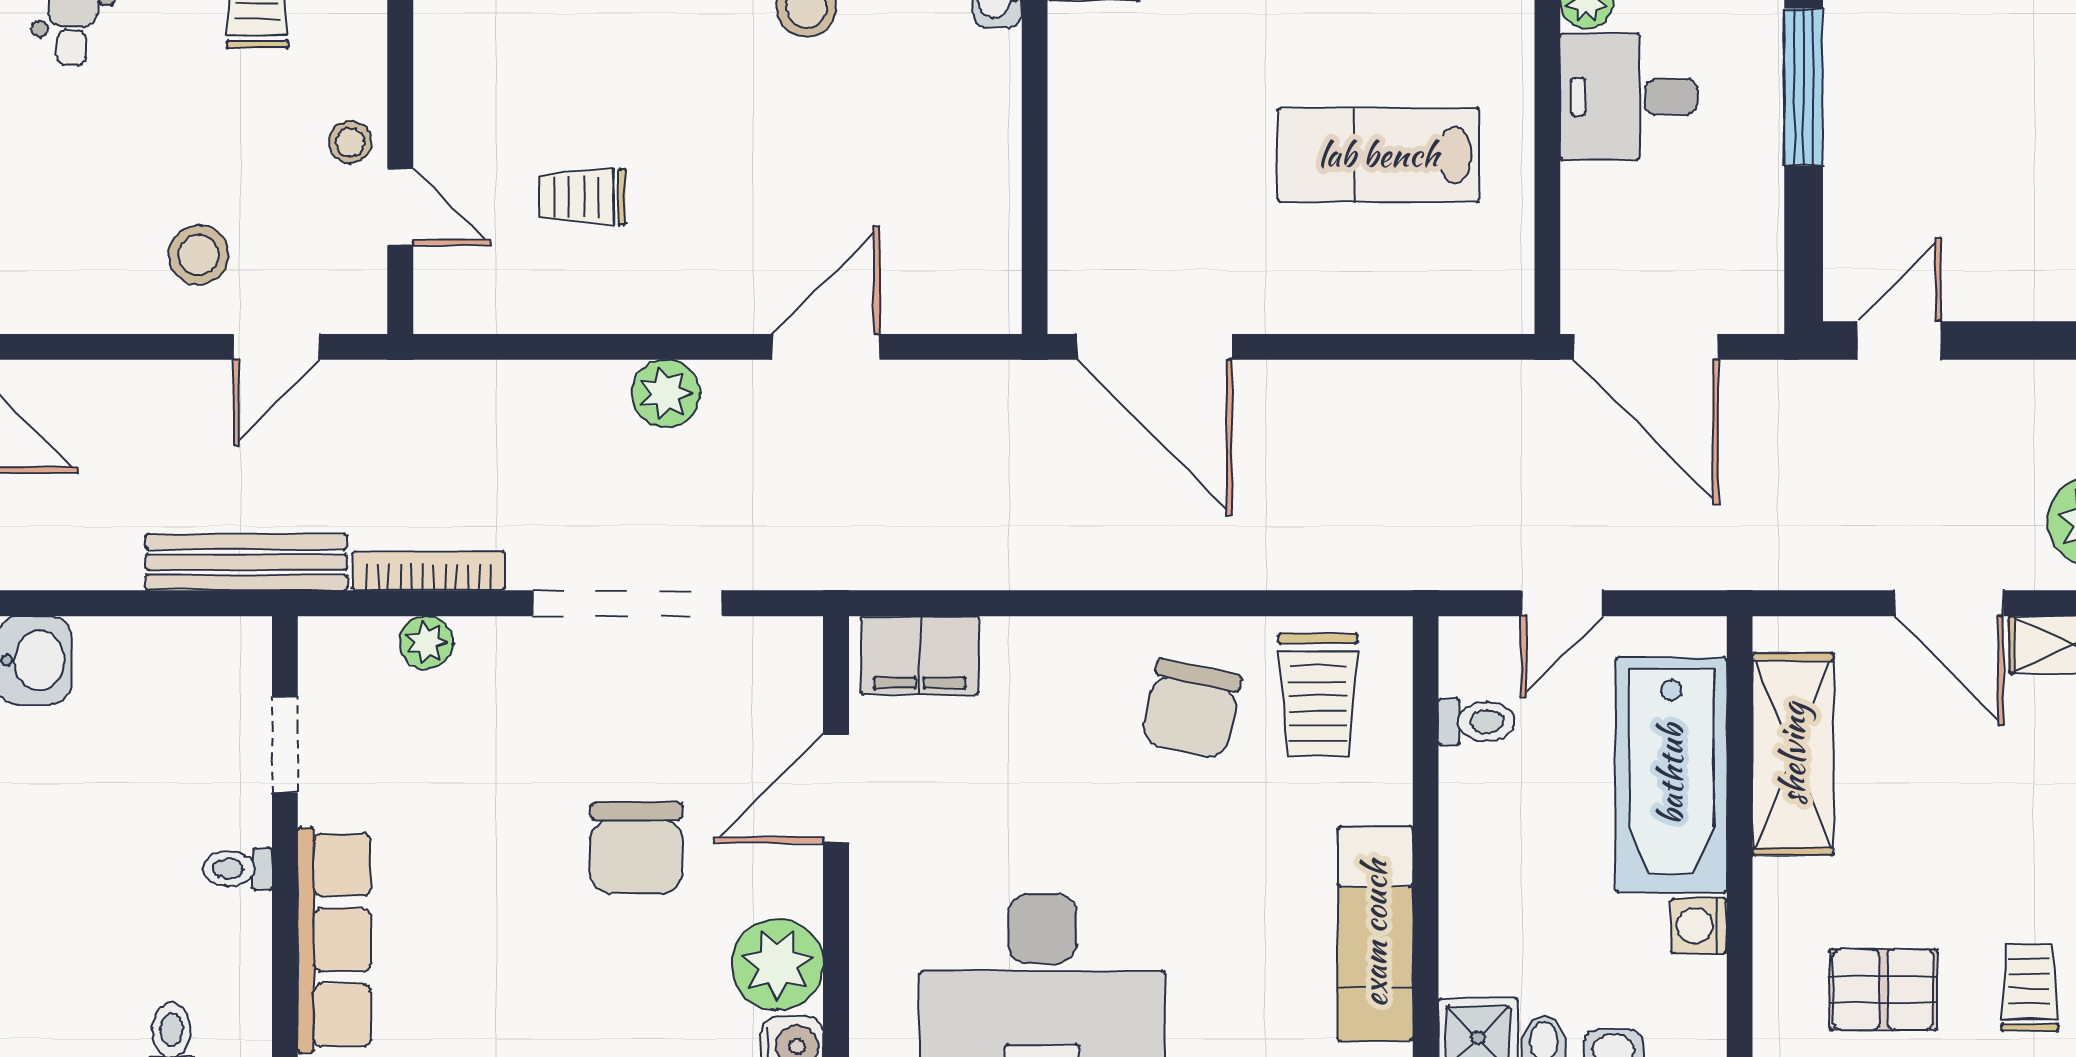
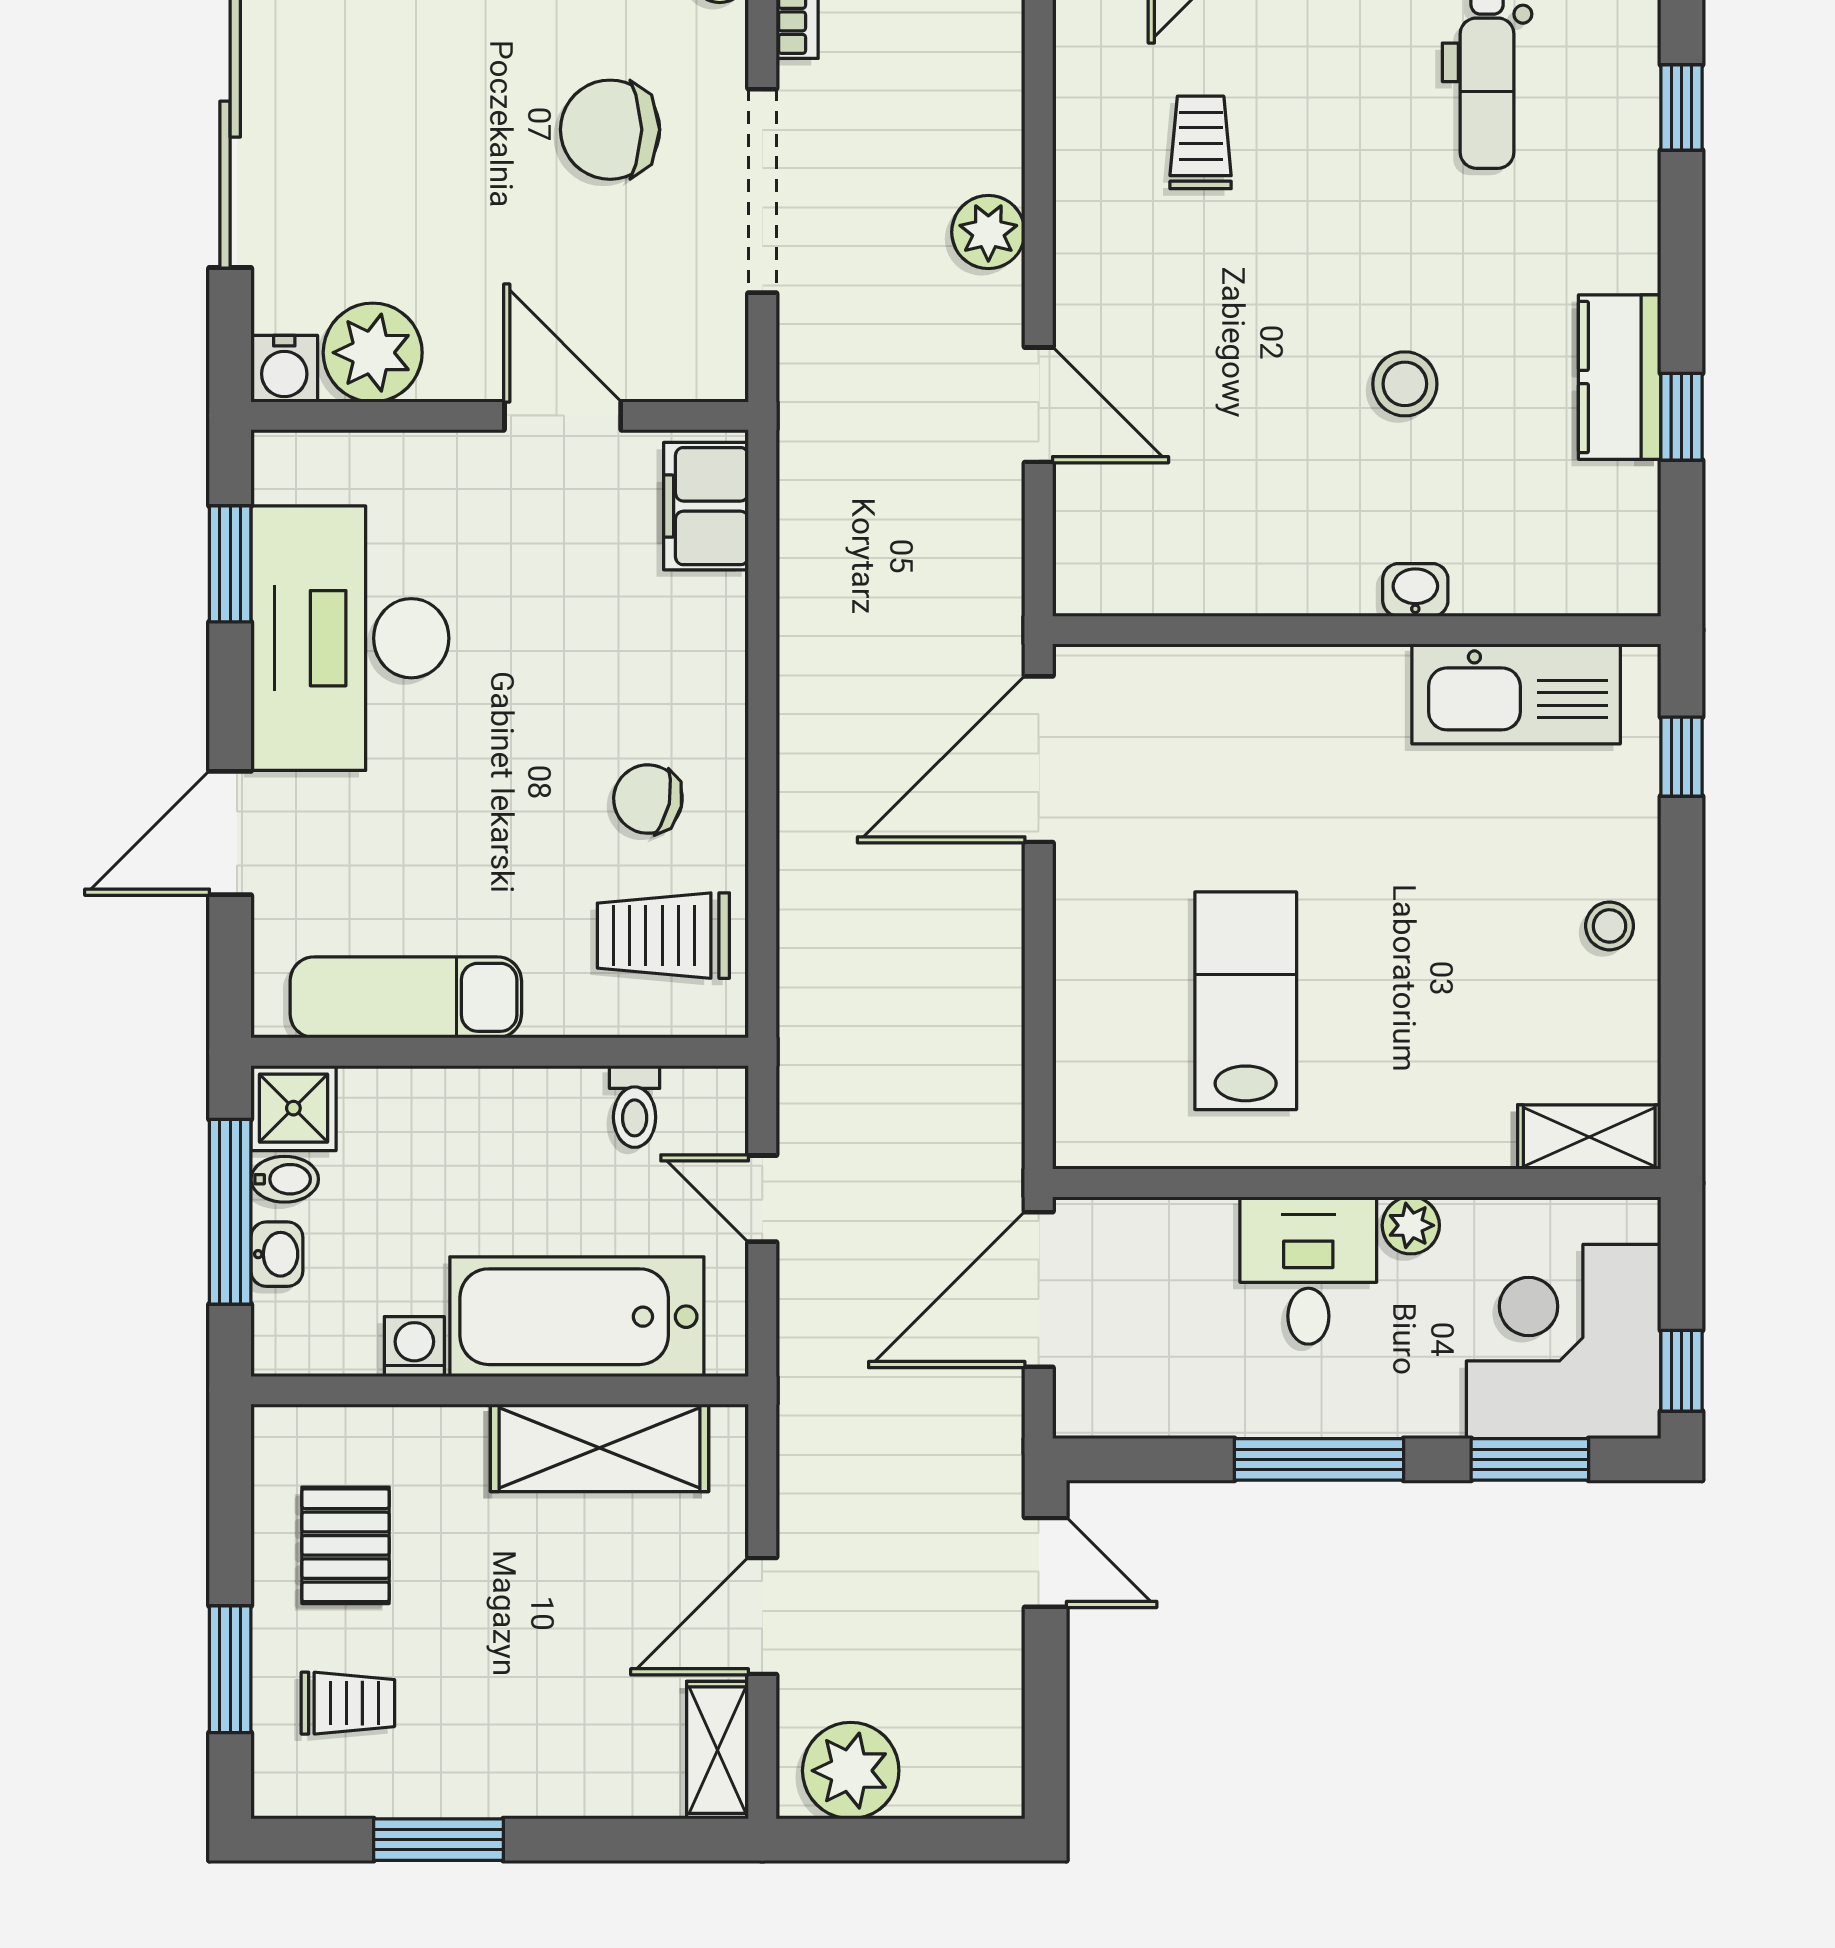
chair: (1191, 709) -> (648, 799), width x0.73, depth x0.73
chair: (636, 848) -> (610, 130), moved

